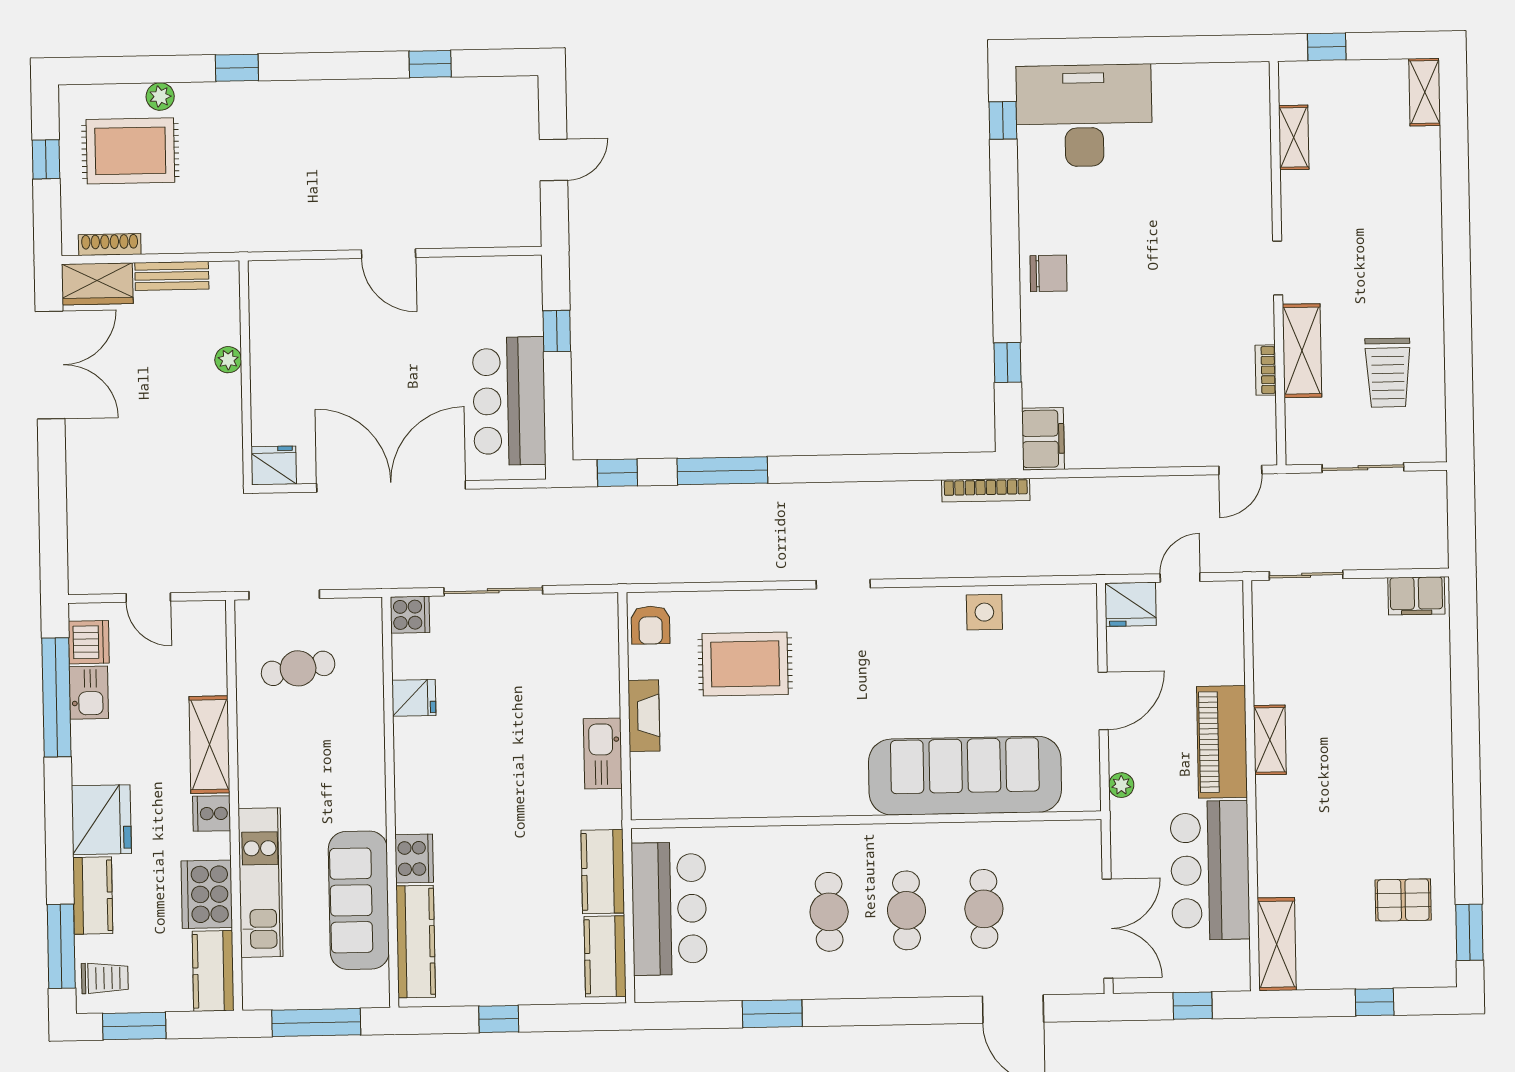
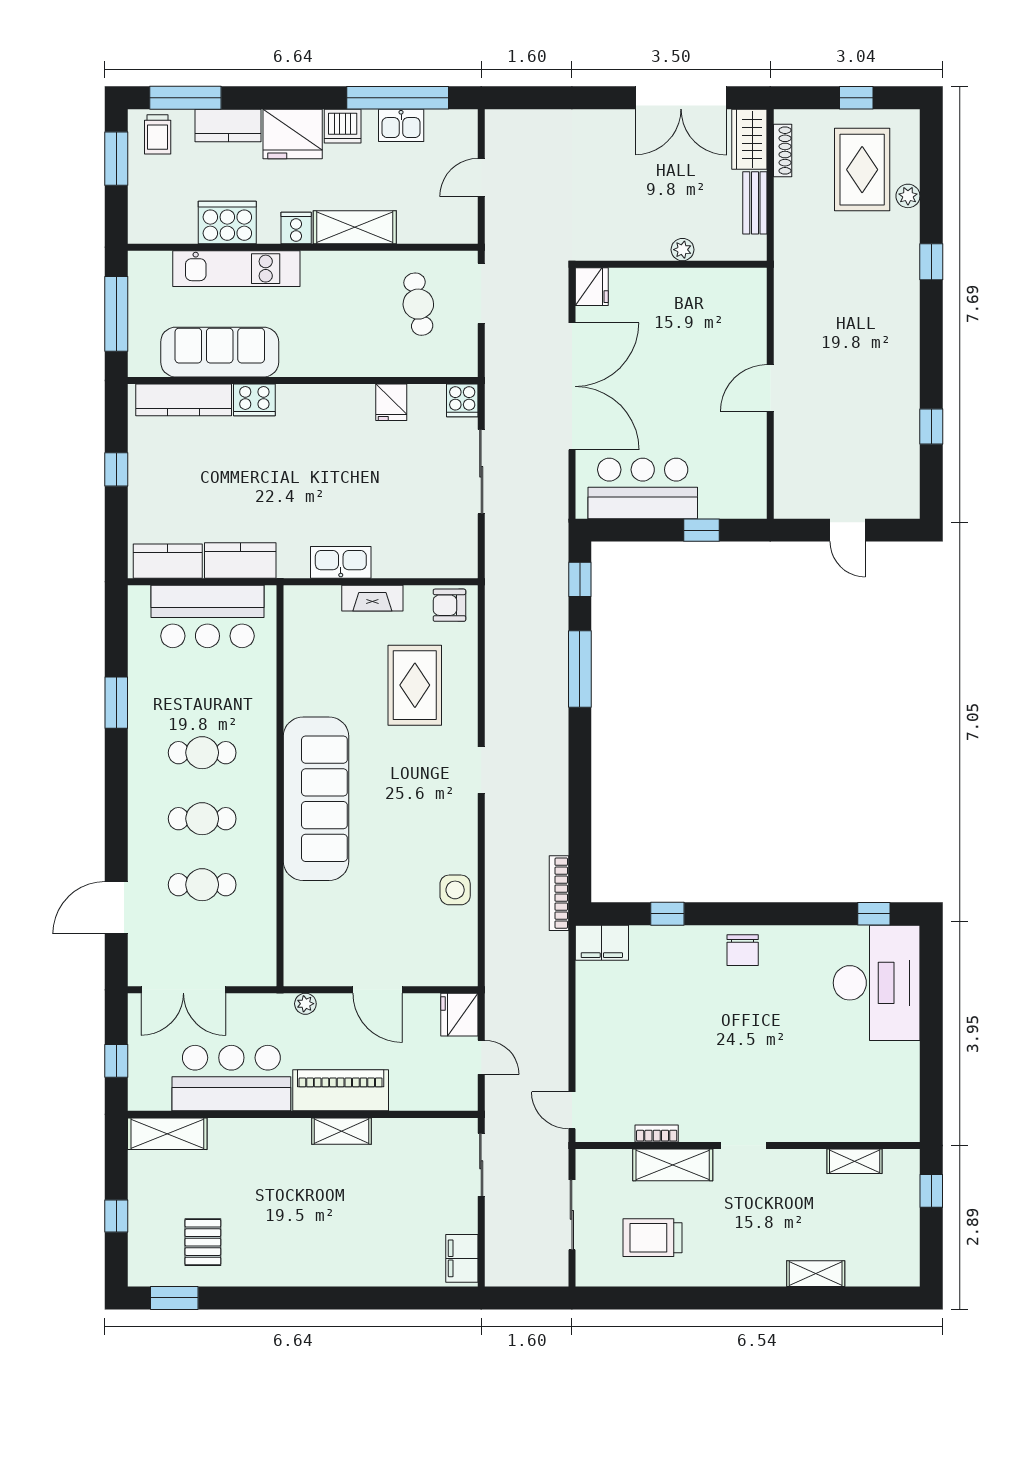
shelving: (1425, 92) -> (816, 1274), moved
dishwasher: (89, 642) -> (343, 126), moved
sofa: (965, 776) -> (316, 799), moved
kitchen counter: (213, 971) -> (162, 227), removed

